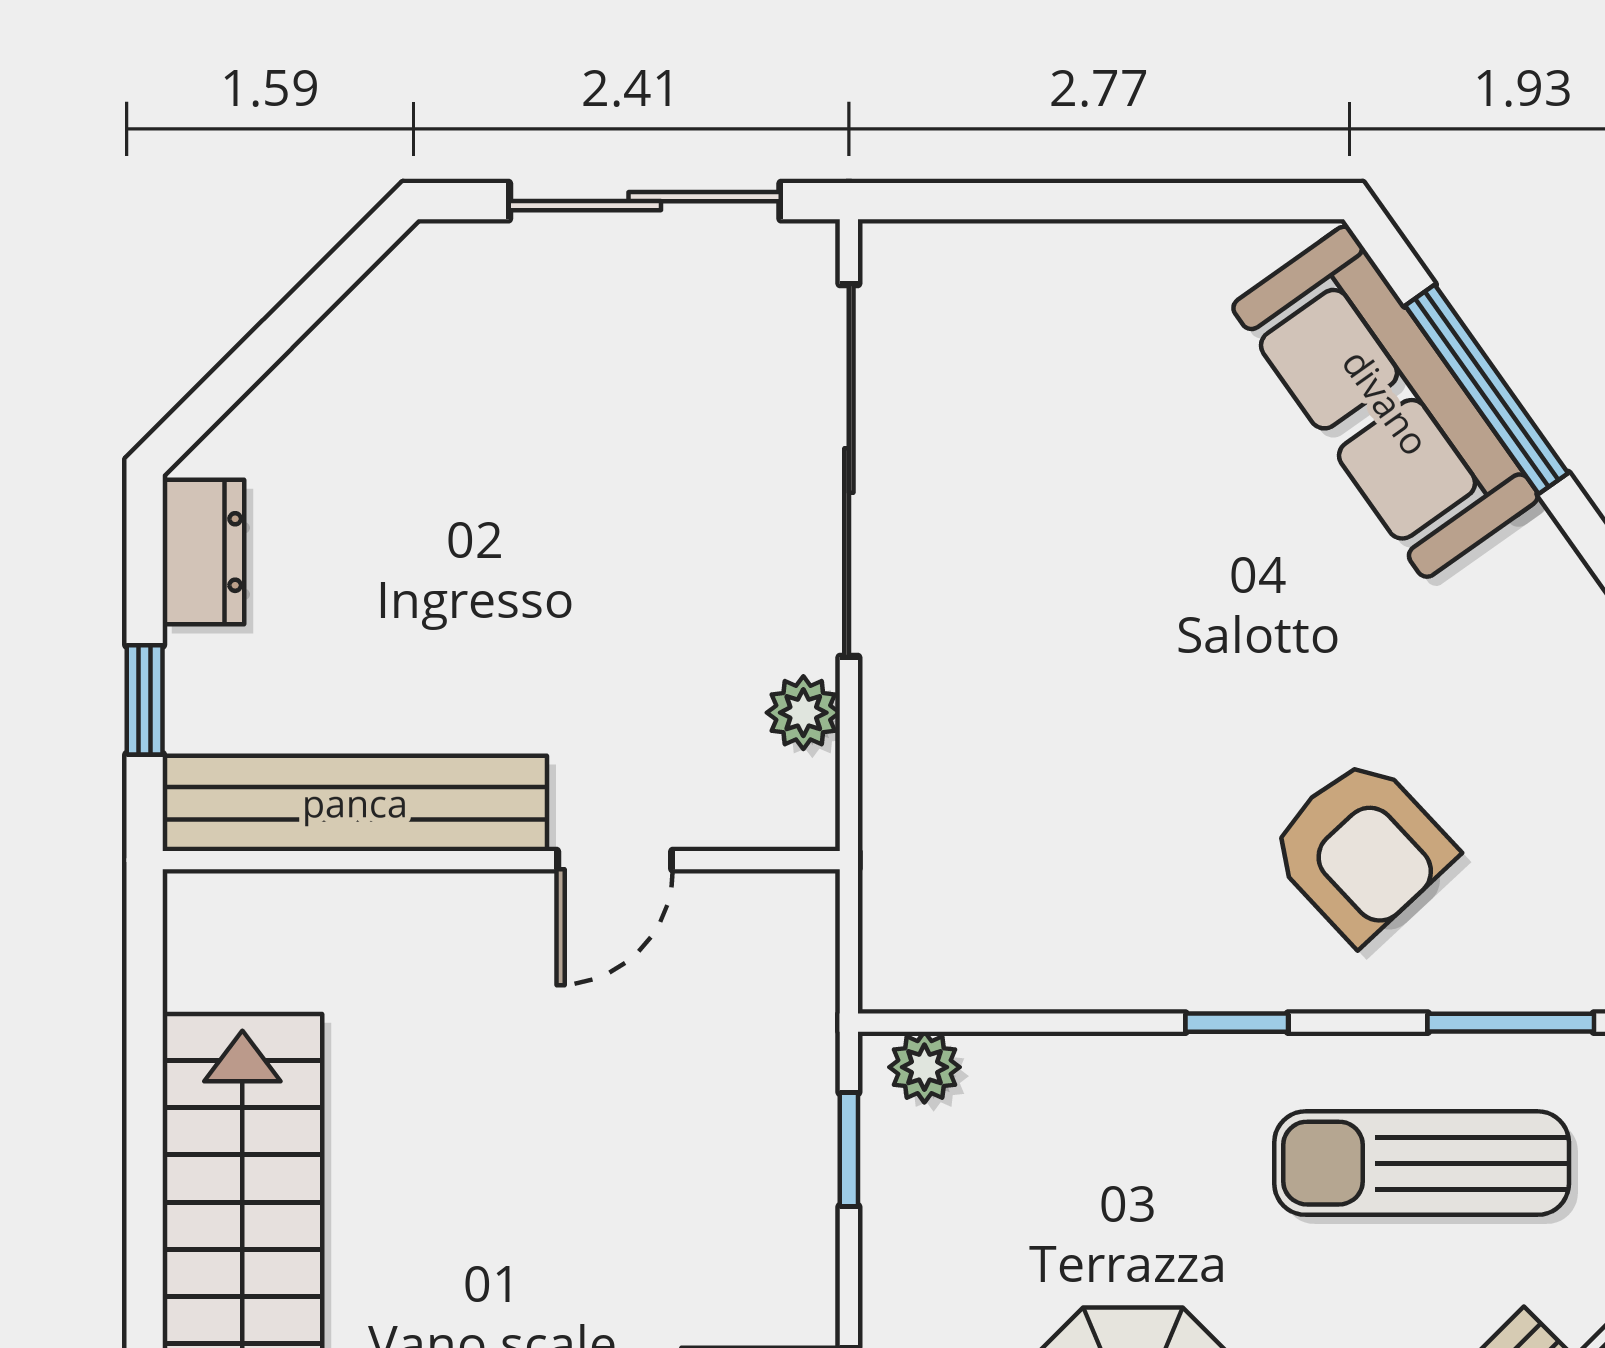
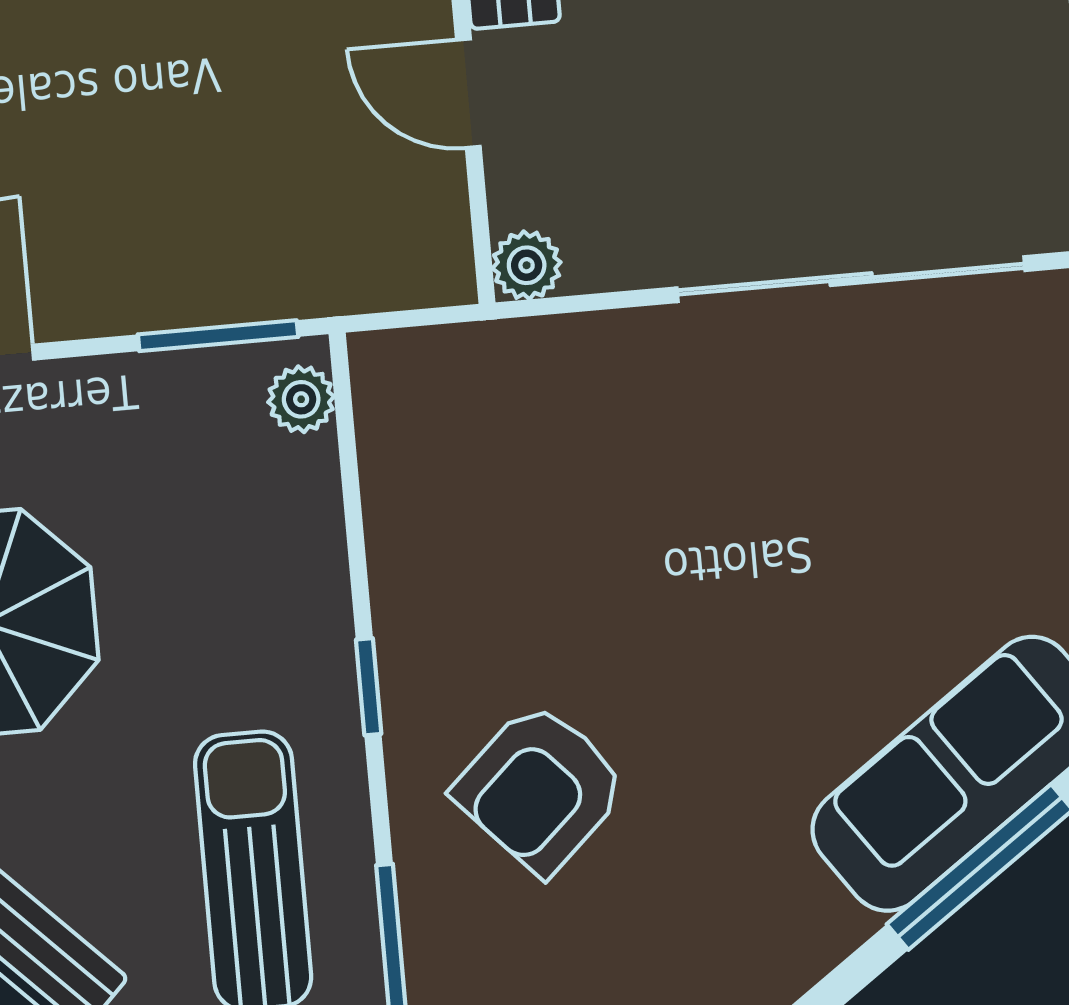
plant: (803, 713) -> (527, 265), moved
window: (849, 1150) -> (218, 336), width x1.50

